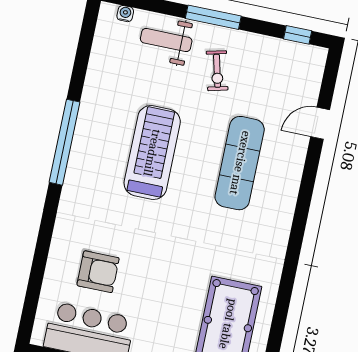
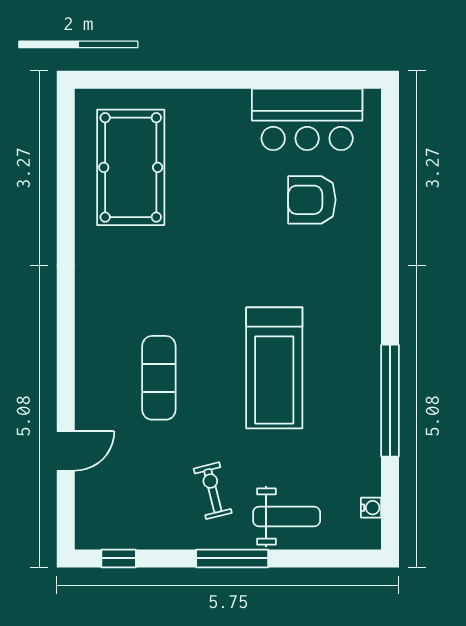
water cooler: (125, 14) -> (371, 508), moved, turned -90
window: (64, 142) -> (390, 401), moved
exercise mat: (240, 163) -> (159, 378), width x0.73, depth x0.69

